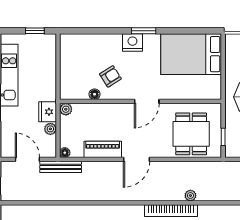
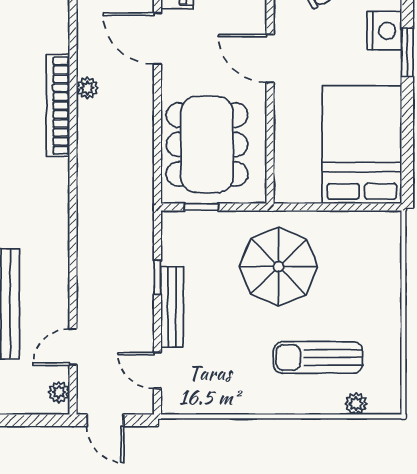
dining table: (191, 134) -> (207, 145), width x1.38
plant: (190, 196) -> (87, 88), moved

